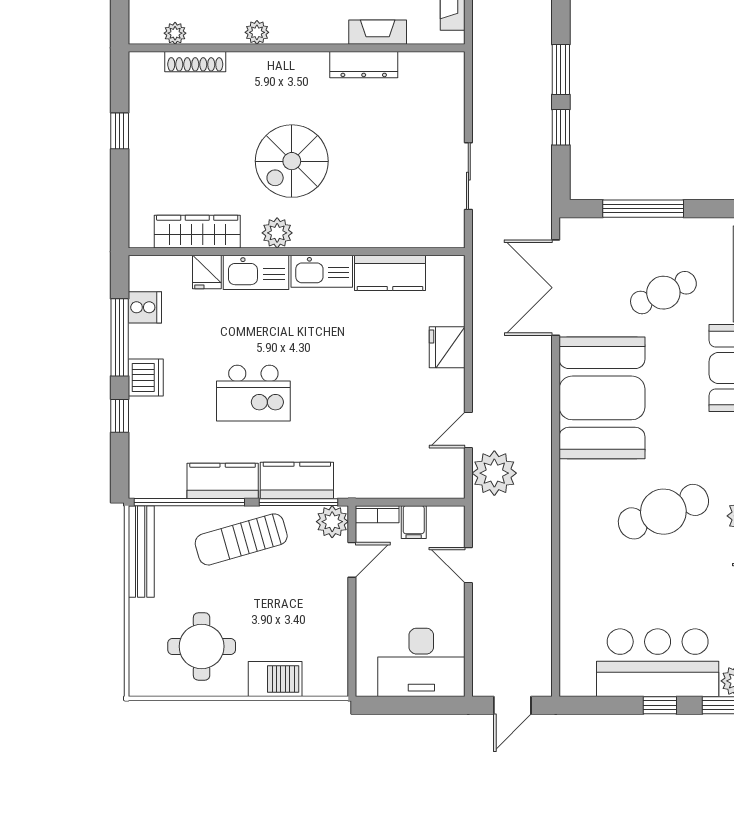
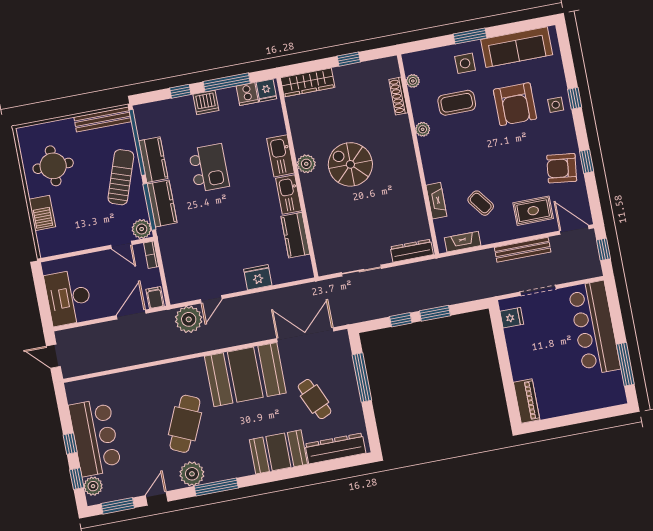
dresser: (364, 65) -> (412, 251), moved, turned 90
wardrobe: (197, 232) -> (308, 82), moved, turned 90
fridge: (207, 272) -> (266, 91), moved, turned -90
kitchen island: (253, 393) -> (209, 168), turned 180
door: (468, 430) -> (211, 299), swing flipped
cafe table: (663, 512) -> (185, 424), turned 45
filing cabinet: (414, 522) -> (155, 298), moved, turned 90
sun lounger: (241, 539) -> (121, 177), turned 35
door: (468, 565) -> (131, 314), width x1.38

